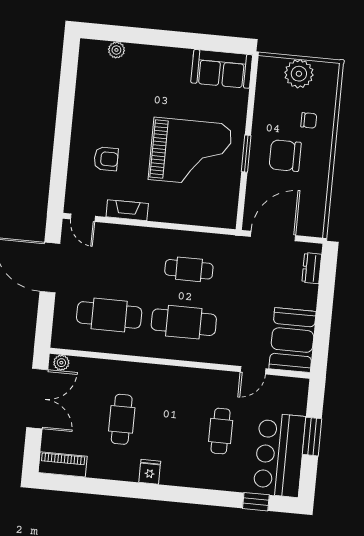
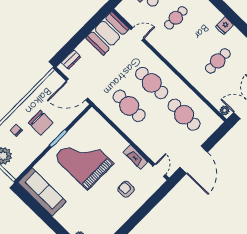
sofa: (222, 69) -> (42, 192), width x1.36
cafe table: (189, 269) -> (129, 106), width x1.37, depth x1.35

